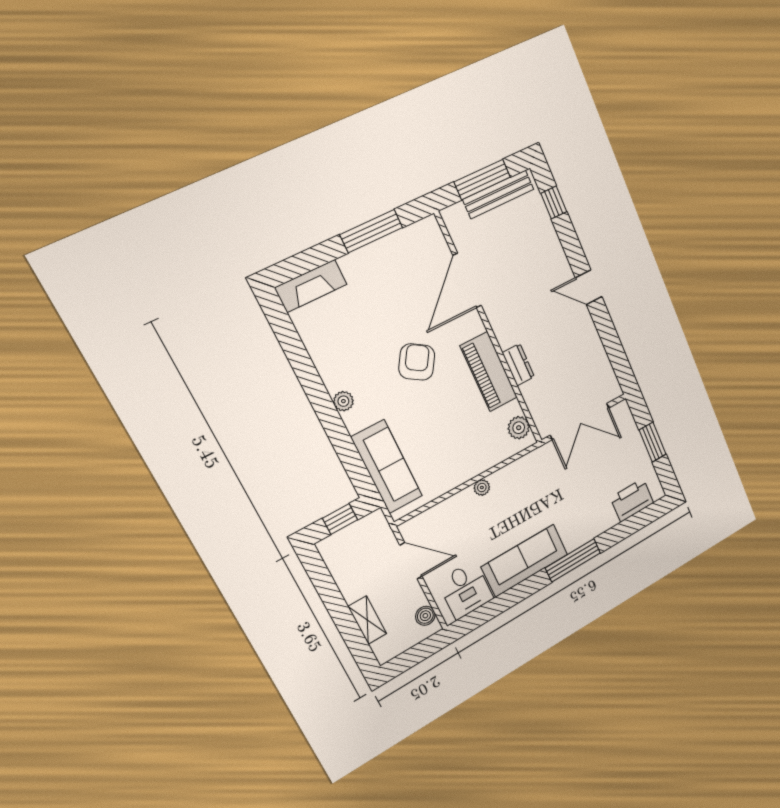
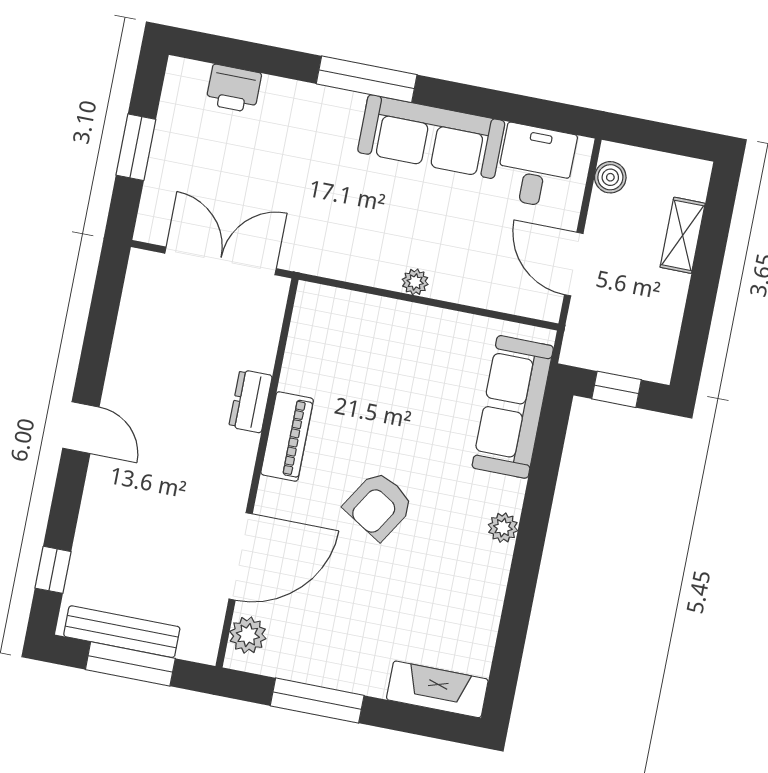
piano: (489, 372) -> (287, 437), width x0.73, depth x0.75
plant: (519, 428) -> (248, 635), moved
printer: (632, 500) -> (234, 89), width x0.73, depth x0.84

